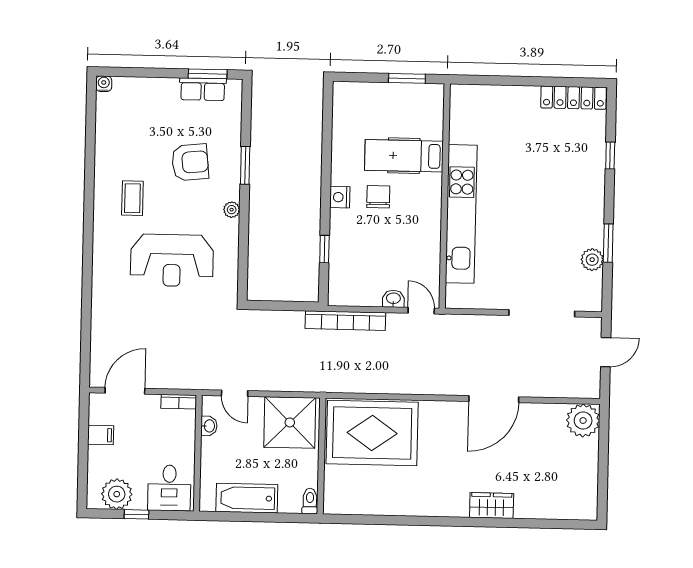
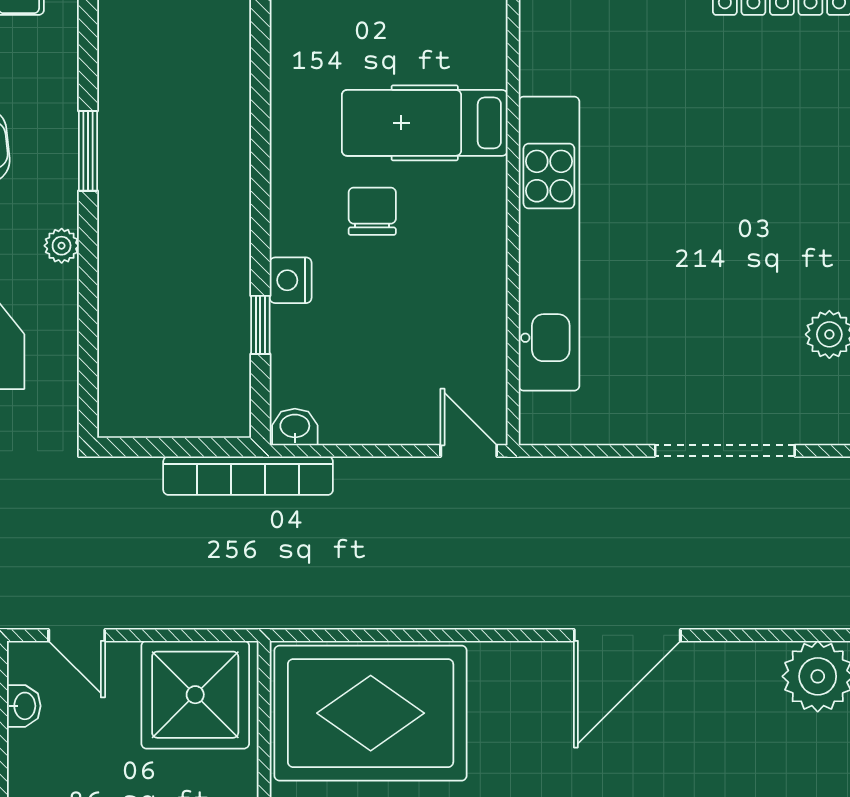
nightstand: (340, 197) -> (291, 280), moved
washbasin: (393, 299) -> (295, 427), moved
bookcase: (345, 321) -> (248, 476), moved

